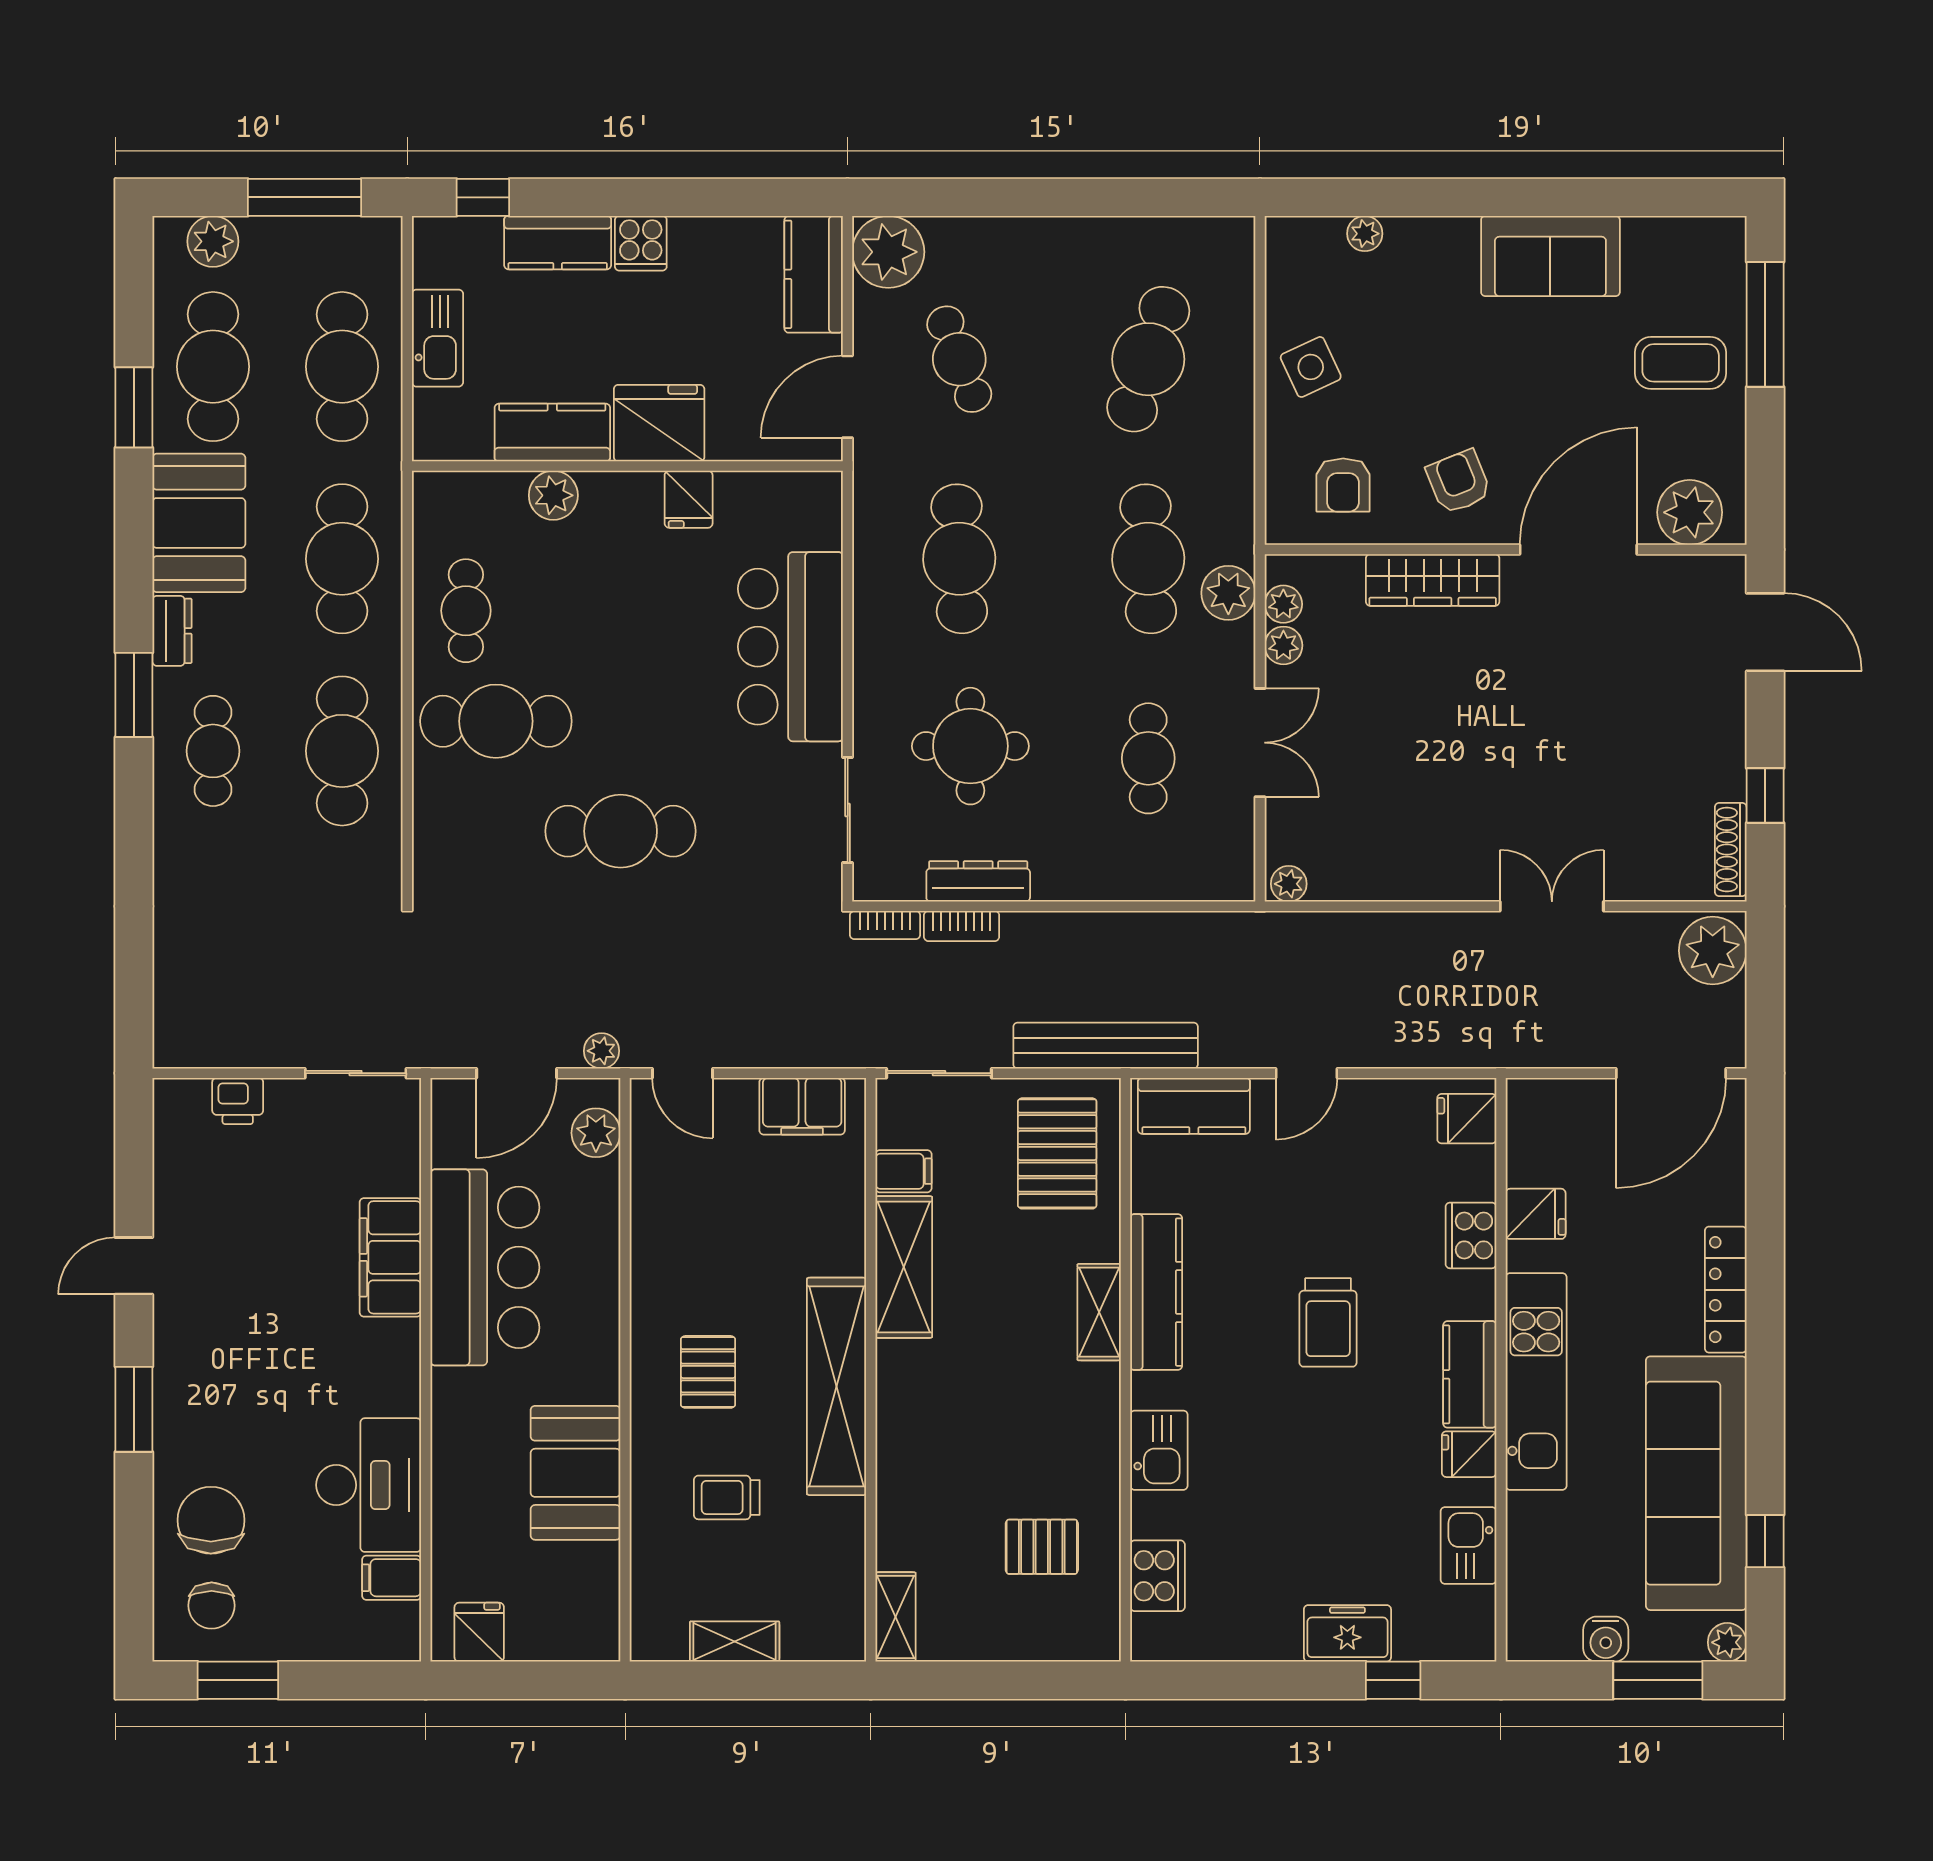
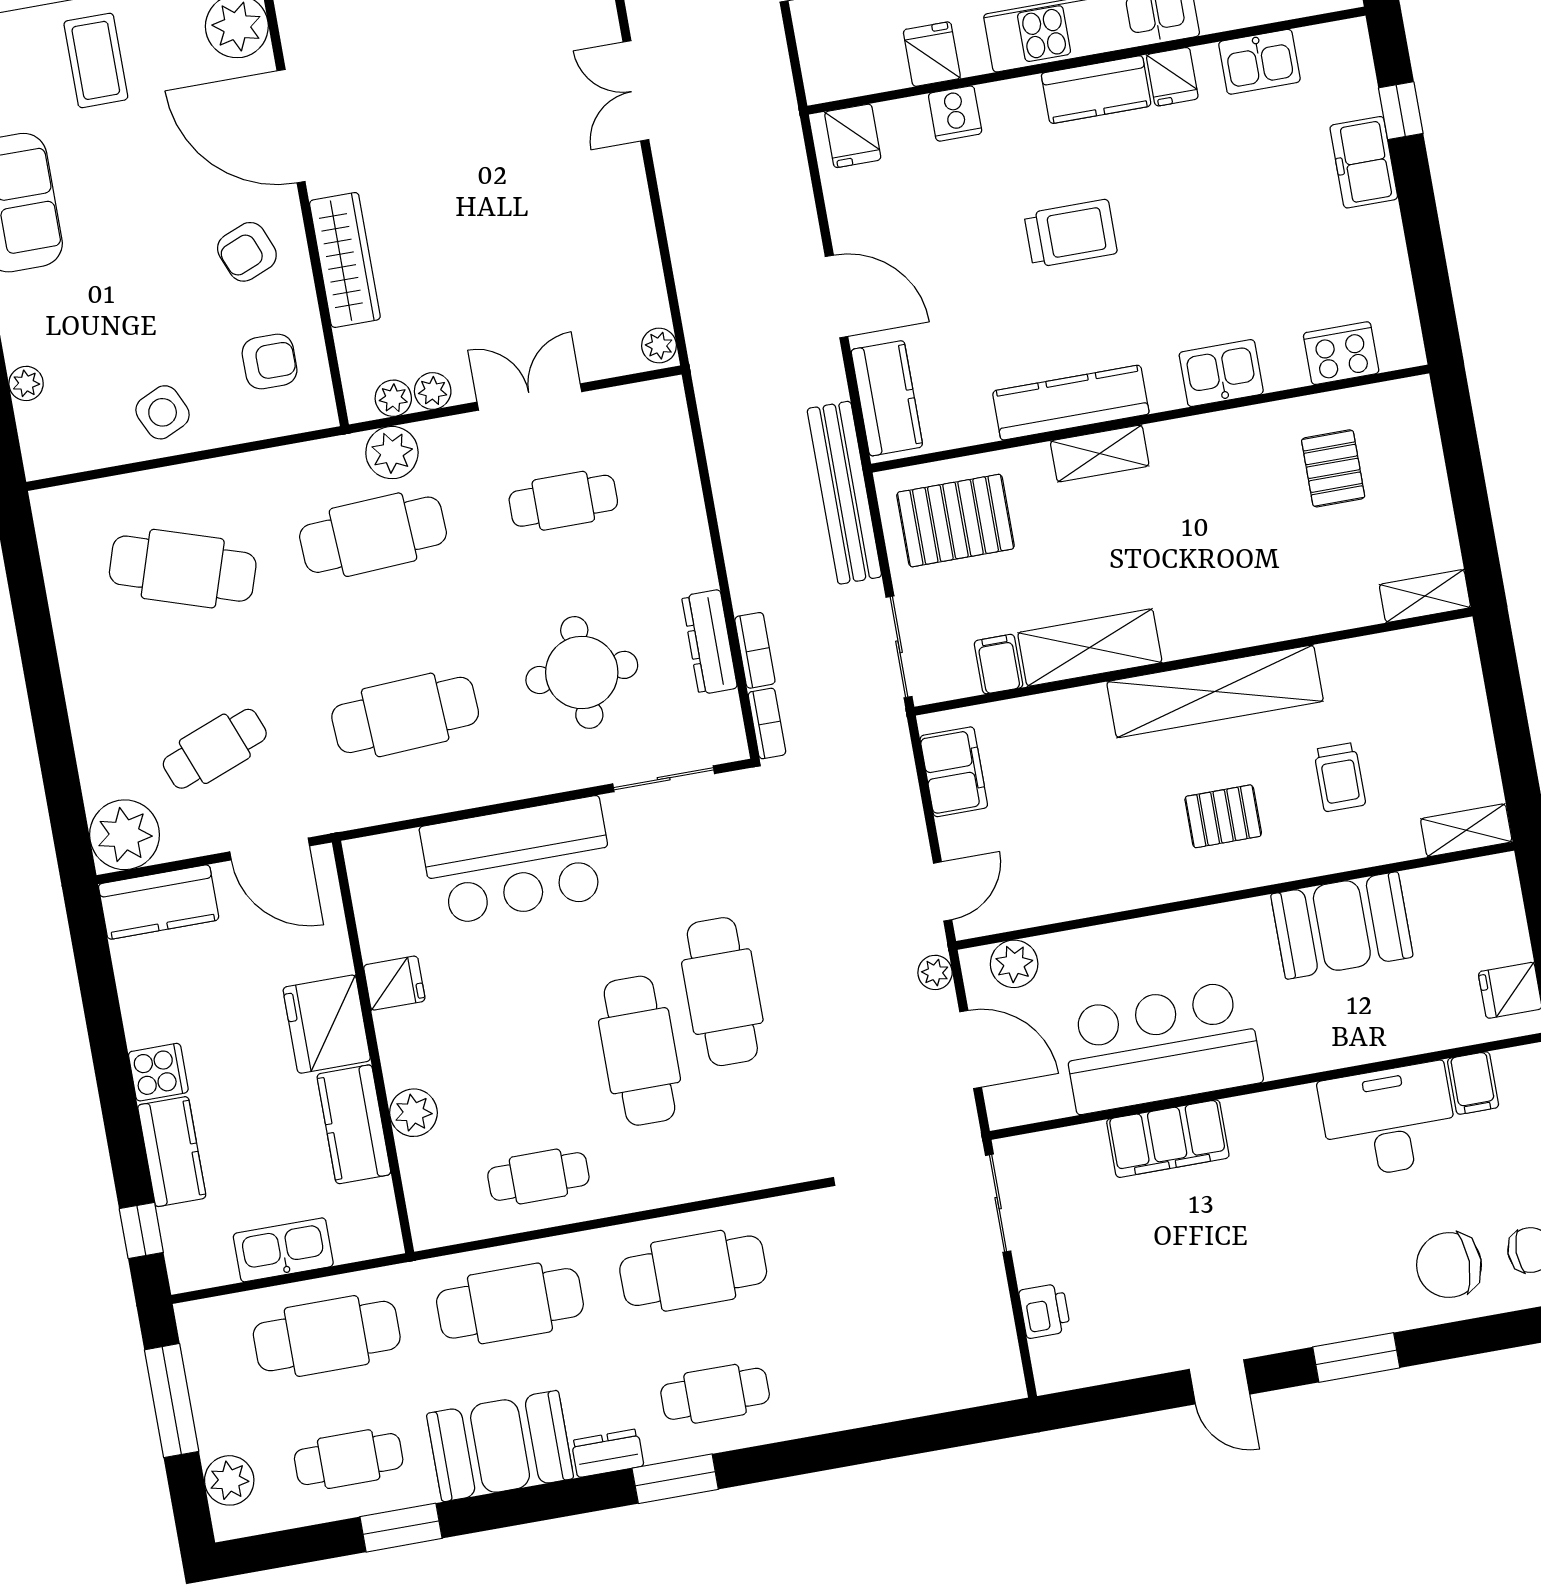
cafe table: (213, 367) -> (349, 1459), width x0.73, depth x0.74
cafe table: (496, 721) -> (640, 1051), moved
door: (1306, 1073) -> (837, 296), width x1.38
cooker: (1471, 1235) -> (955, 114), width x0.73
shelving: (735, 1642) -> (1466, 830), moved, turned 90

